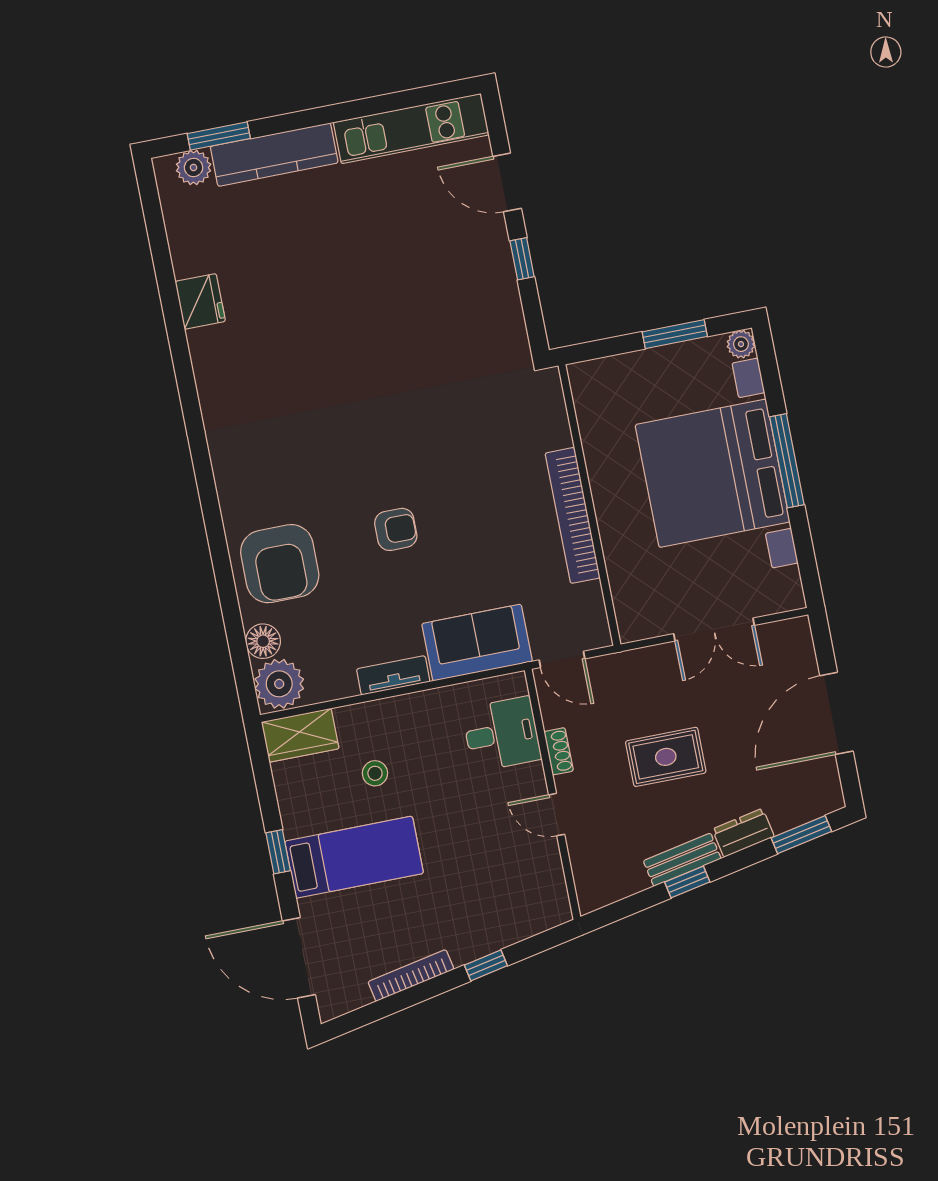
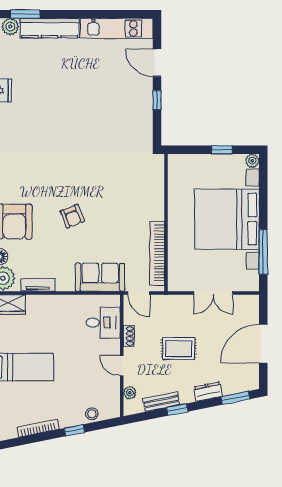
window: (675, 334) -> (222, 150), width x0.67
window: (787, 461) -> (263, 252), moved
bookcase: (573, 515) -> (157, 253), moved
armchair: (396, 529) -> (72, 216), turned 68
tv unit: (393, 675) -> (38, 285), moved
stool: (375, 773) -> (92, 414), moved
bench: (682, 860) -> (161, 402), moved
plant: (584, 866) -> (130, 393), added

